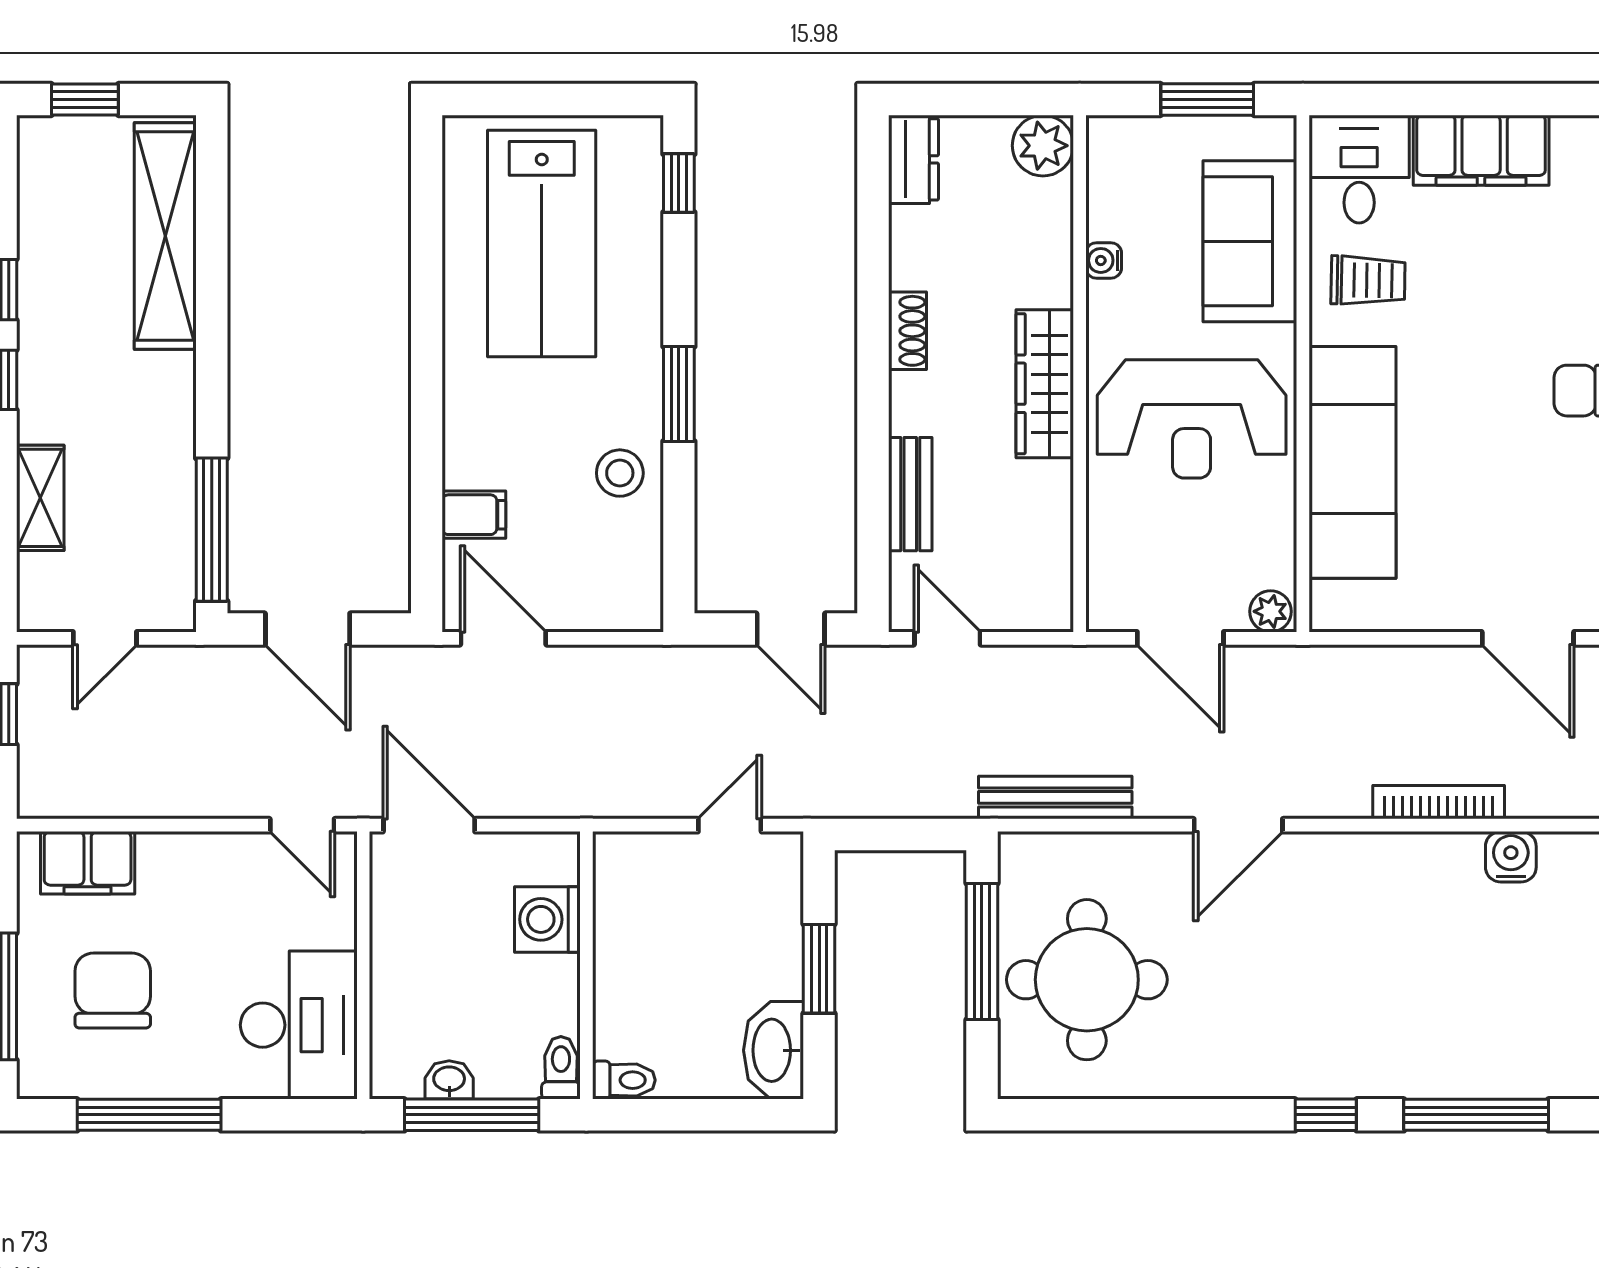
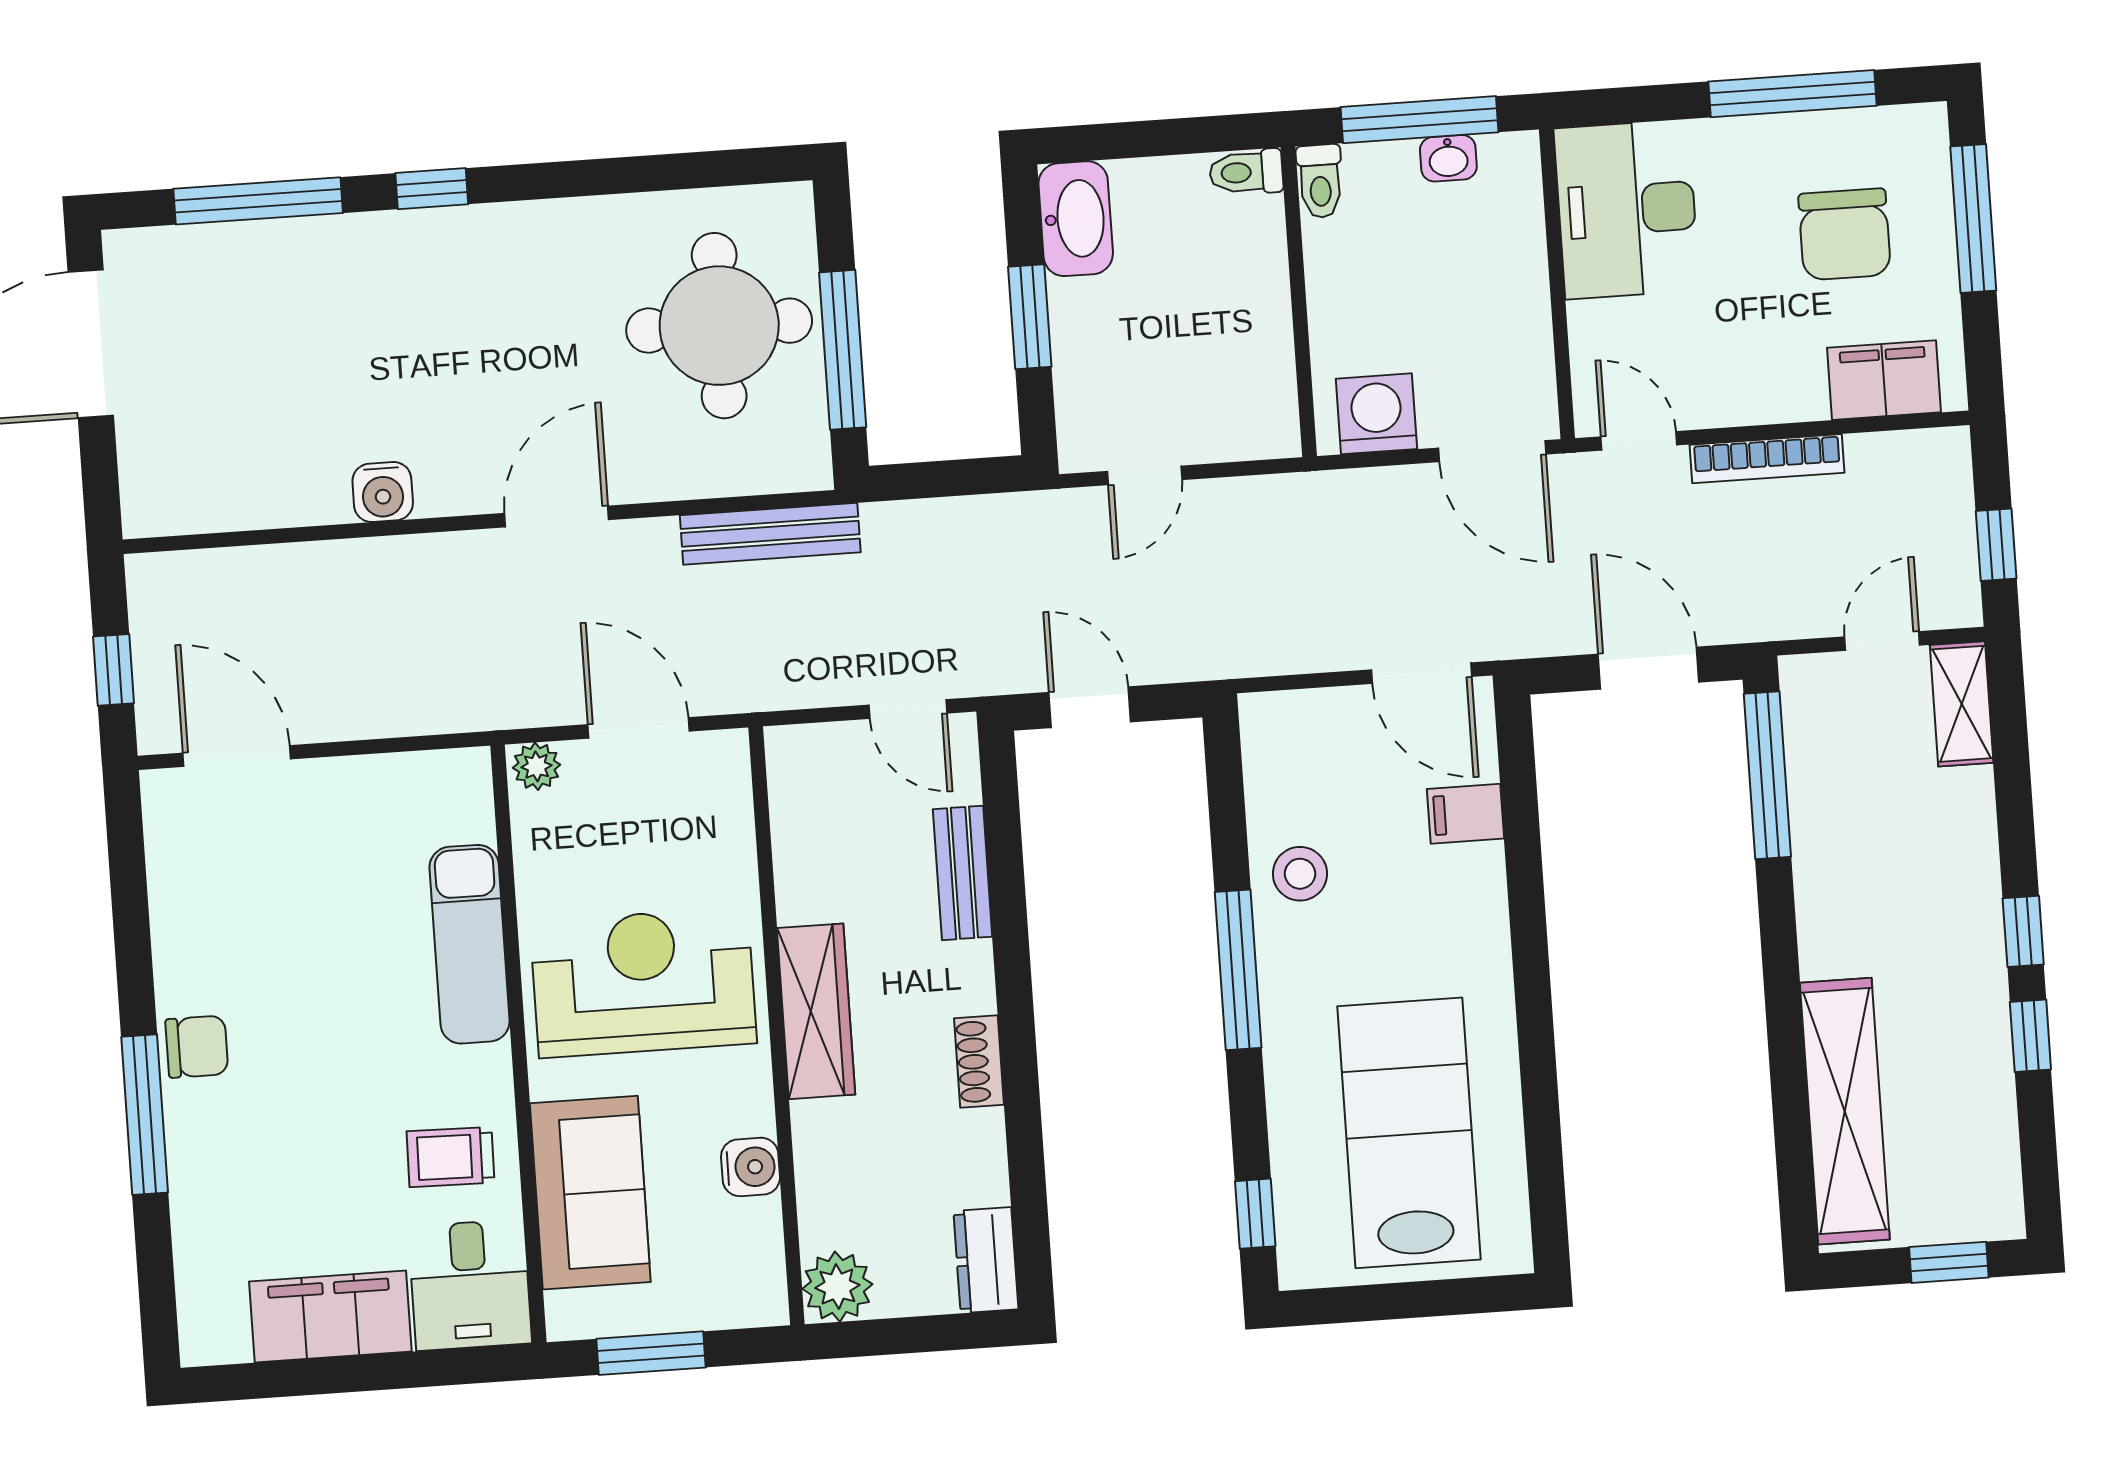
water cooler: (1104, 260) -> (751, 1167), width x1.38, depth x1.38
window: (679, 394) -> (1238, 970), width x1.44
exam couch: (1352, 462) -> (470, 944), width x0.73, depth x0.69
shelving: (40, 498) -> (1962, 704), moved
bookcase: (1439, 802) -> (1767, 459), moved
water cooler: (1511, 857) -> (383, 492), moved
washing machine: (547, 919) -> (1376, 414), moved, turned -90

